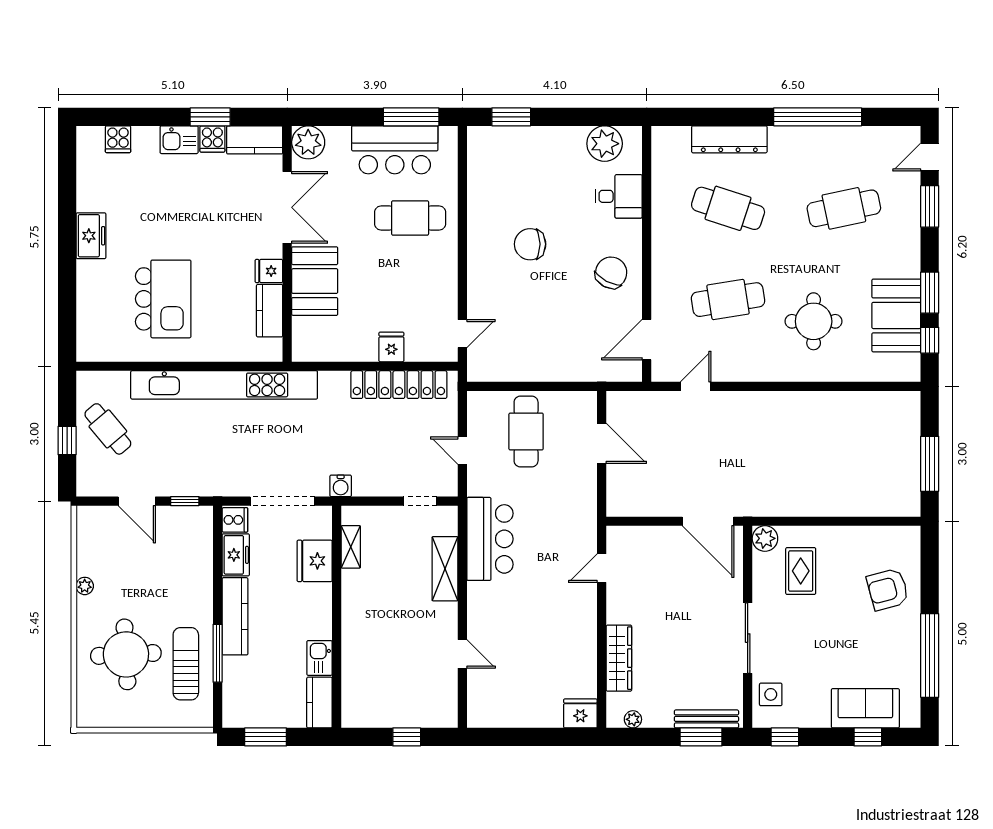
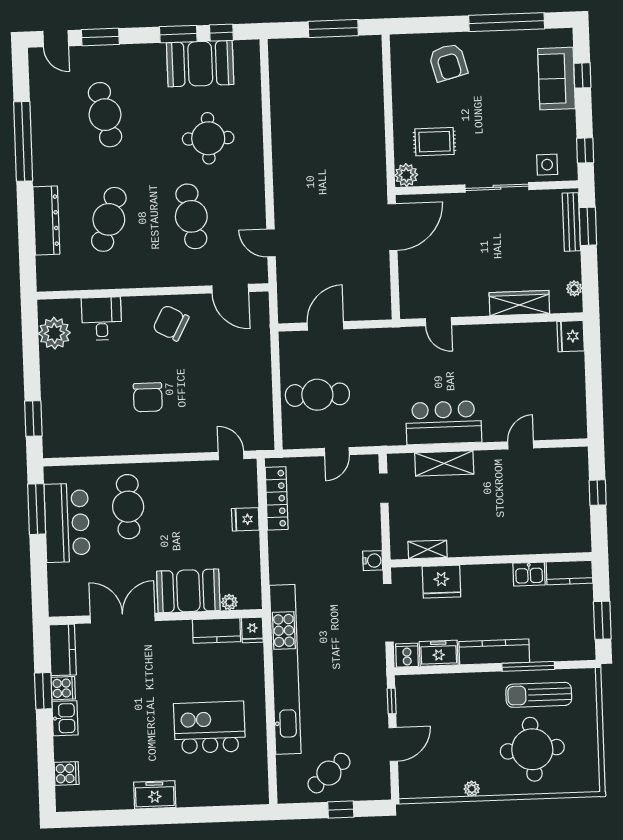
plant: (308, 142) -> (229, 602), moved, width x0.53, depth x0.53
fridge: (269, 271) -> (252, 630), moved
locker: (399, 385) -> (277, 498), width x0.71, depth x0.83
bar counter: (490, 539) -> (444, 423), moved

